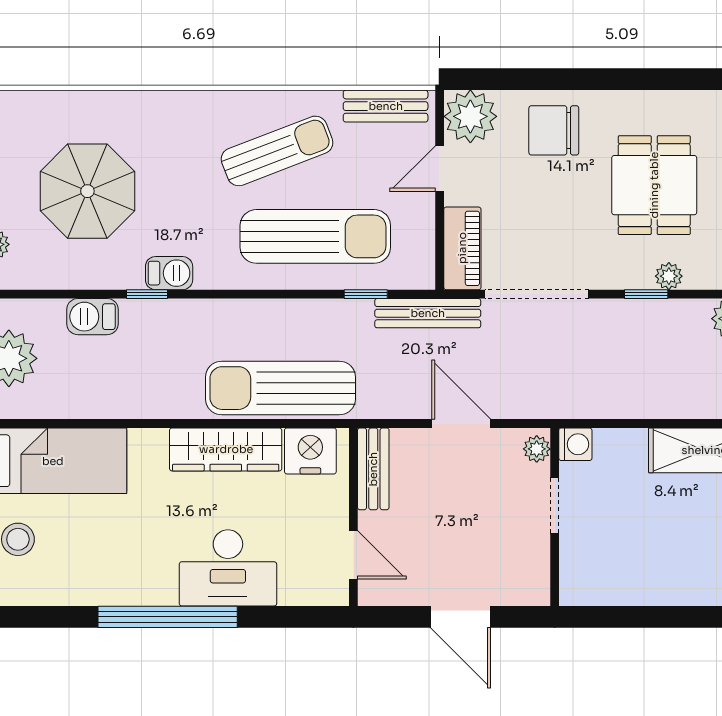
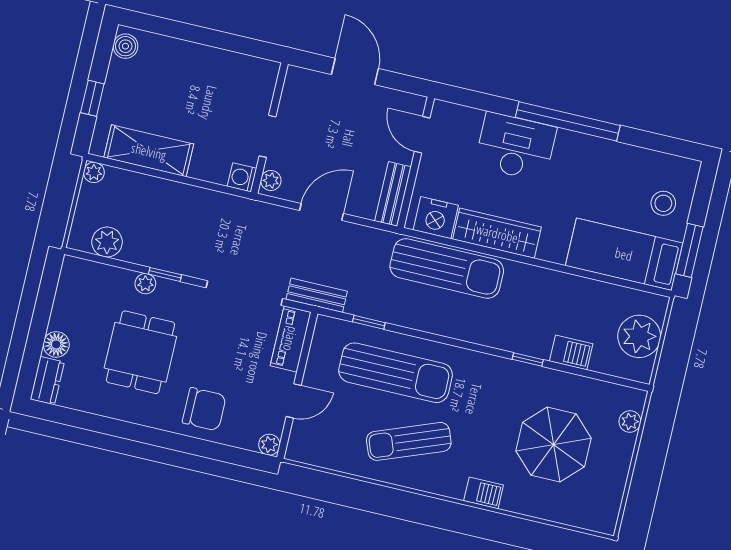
bench: (386, 106) -> (322, 455), removed
plant: (470, 116) -> (269, 445), width x0.53, depth x0.53
sun lounger: (315, 236) -> (396, 373), turned 180
barbecue: (169, 273) -> (484, 493), moved, turned 180
bench: (428, 313) -> (317, 295), width x0.73
door: (461, 423) -> (321, 212), swing flipped

